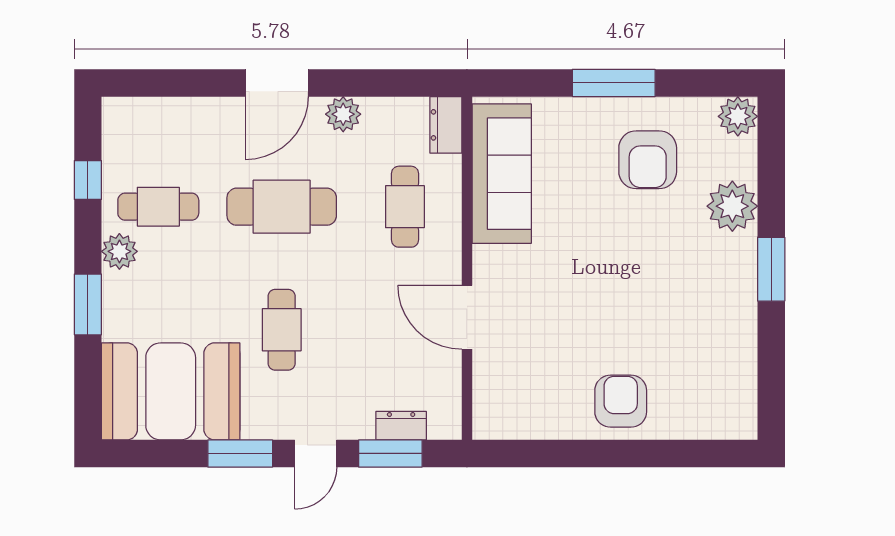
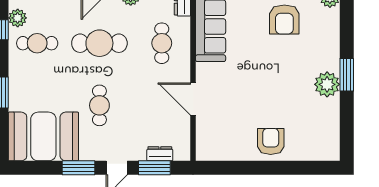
plant: (732, 206) -> (327, 84), moved
plant: (119, 251) -> (18, 18), moved

